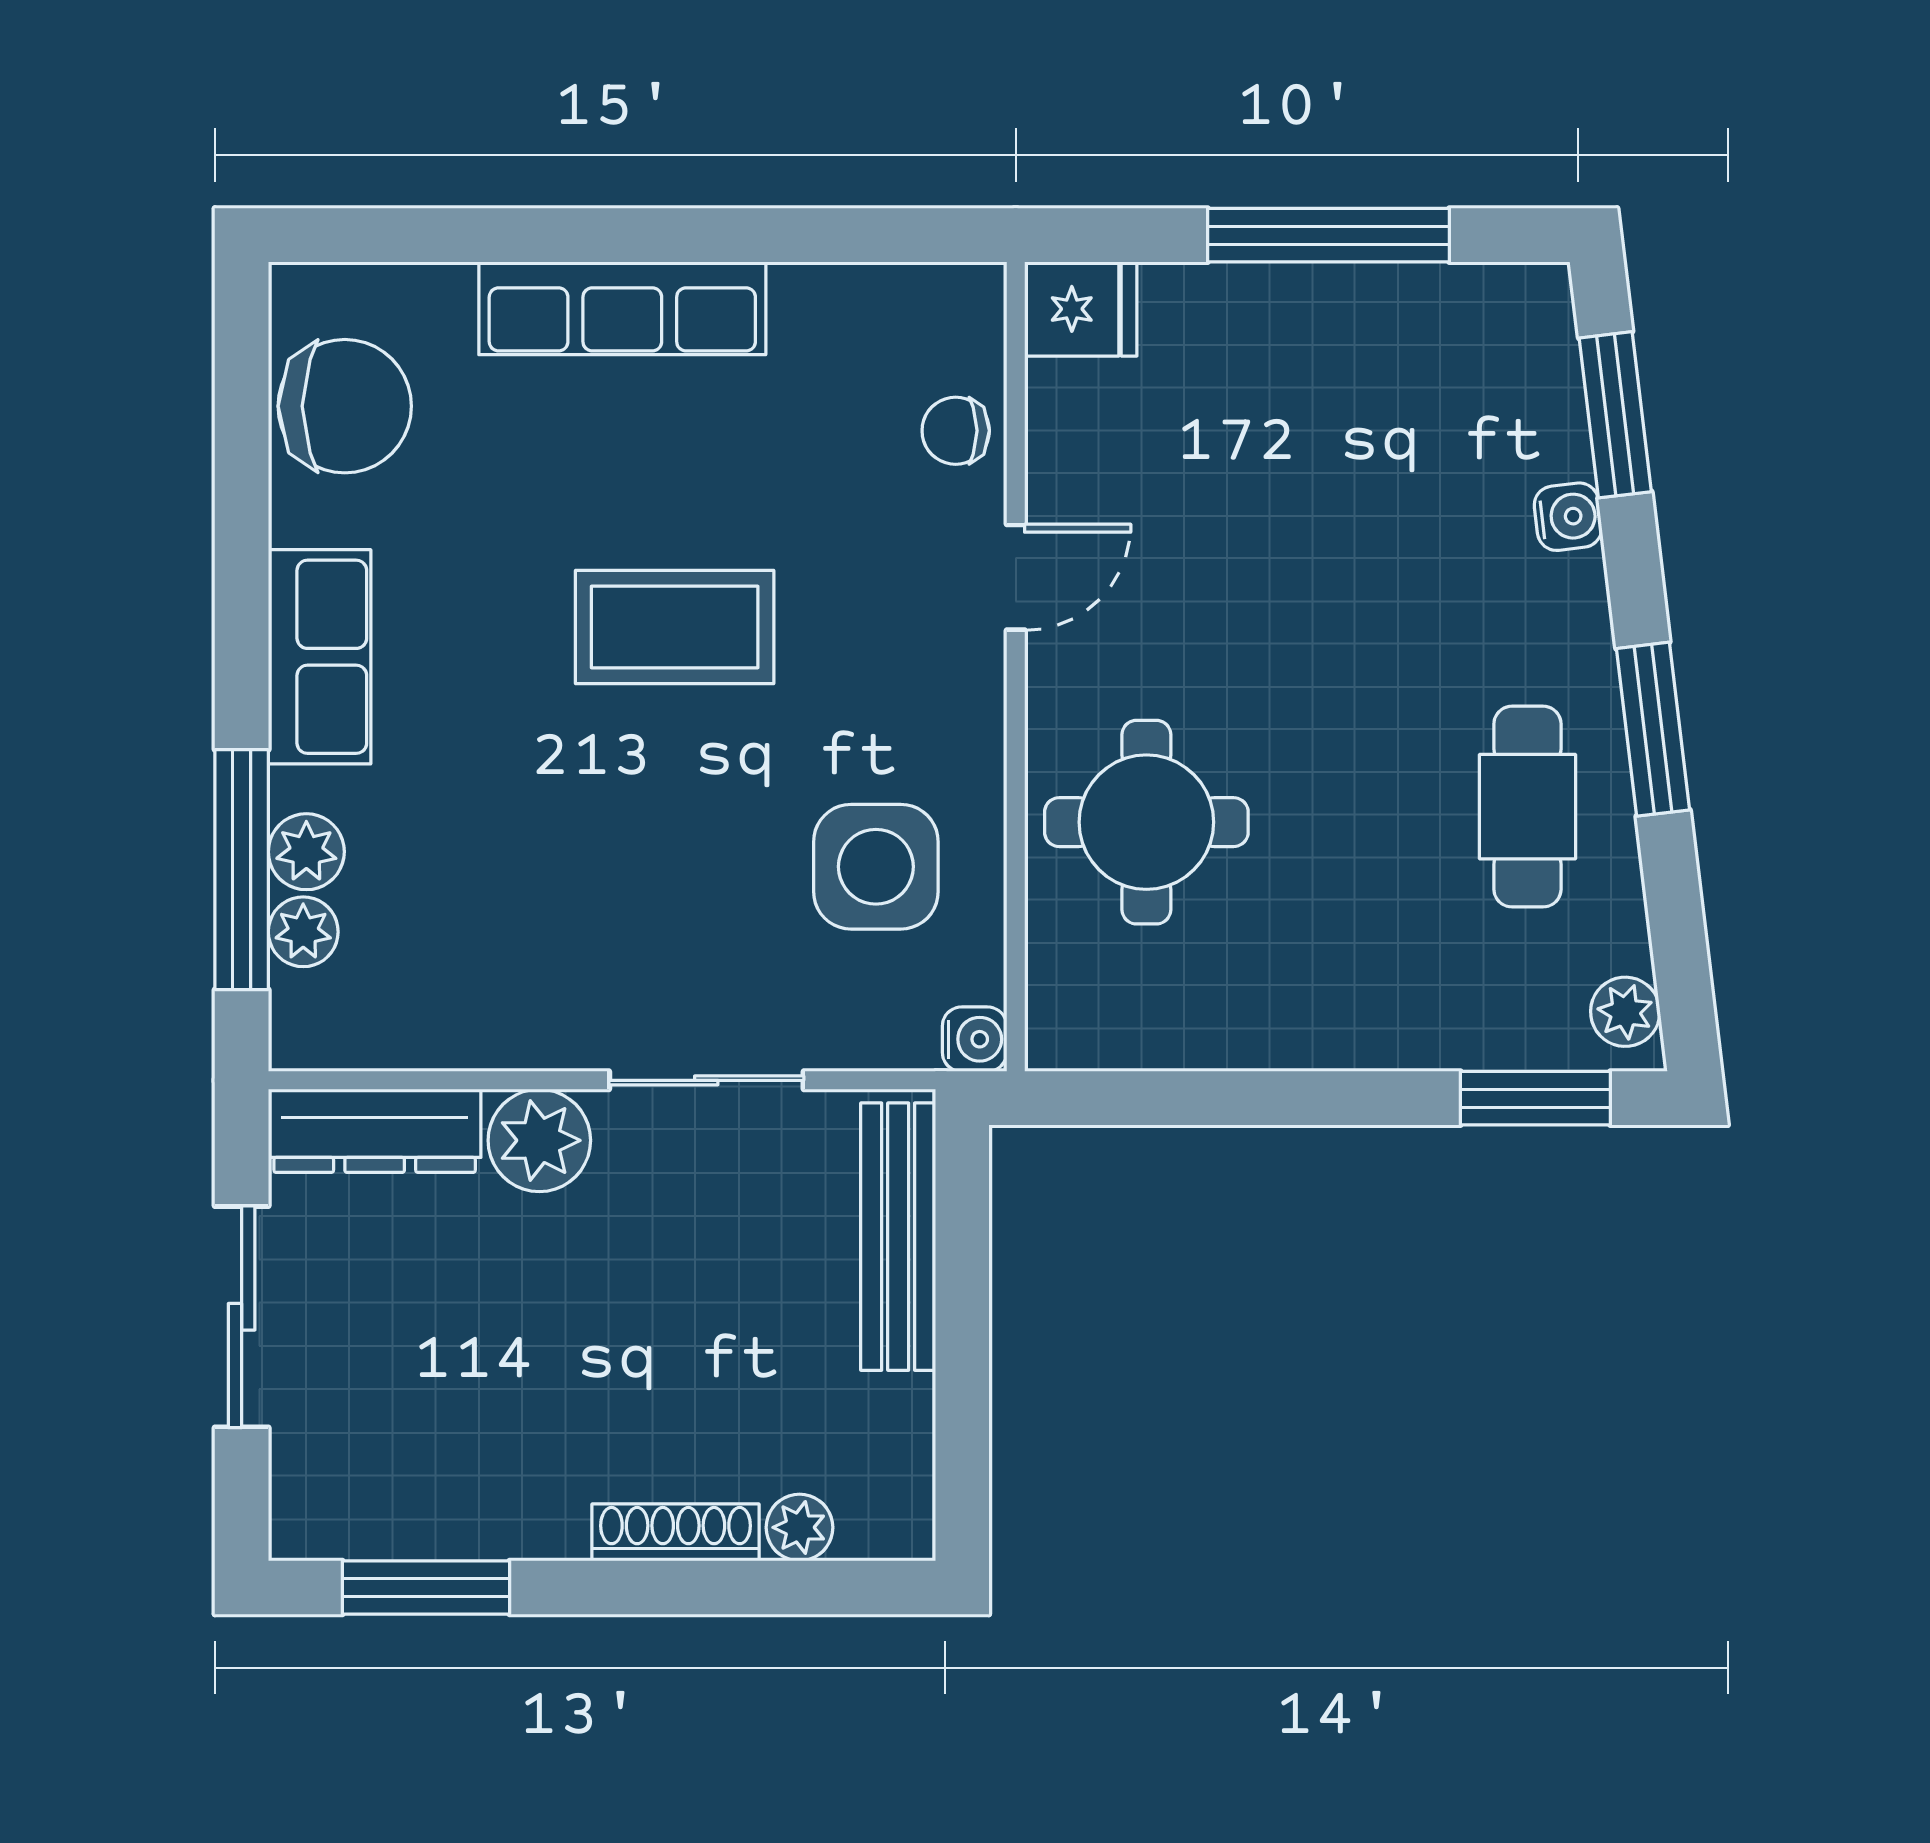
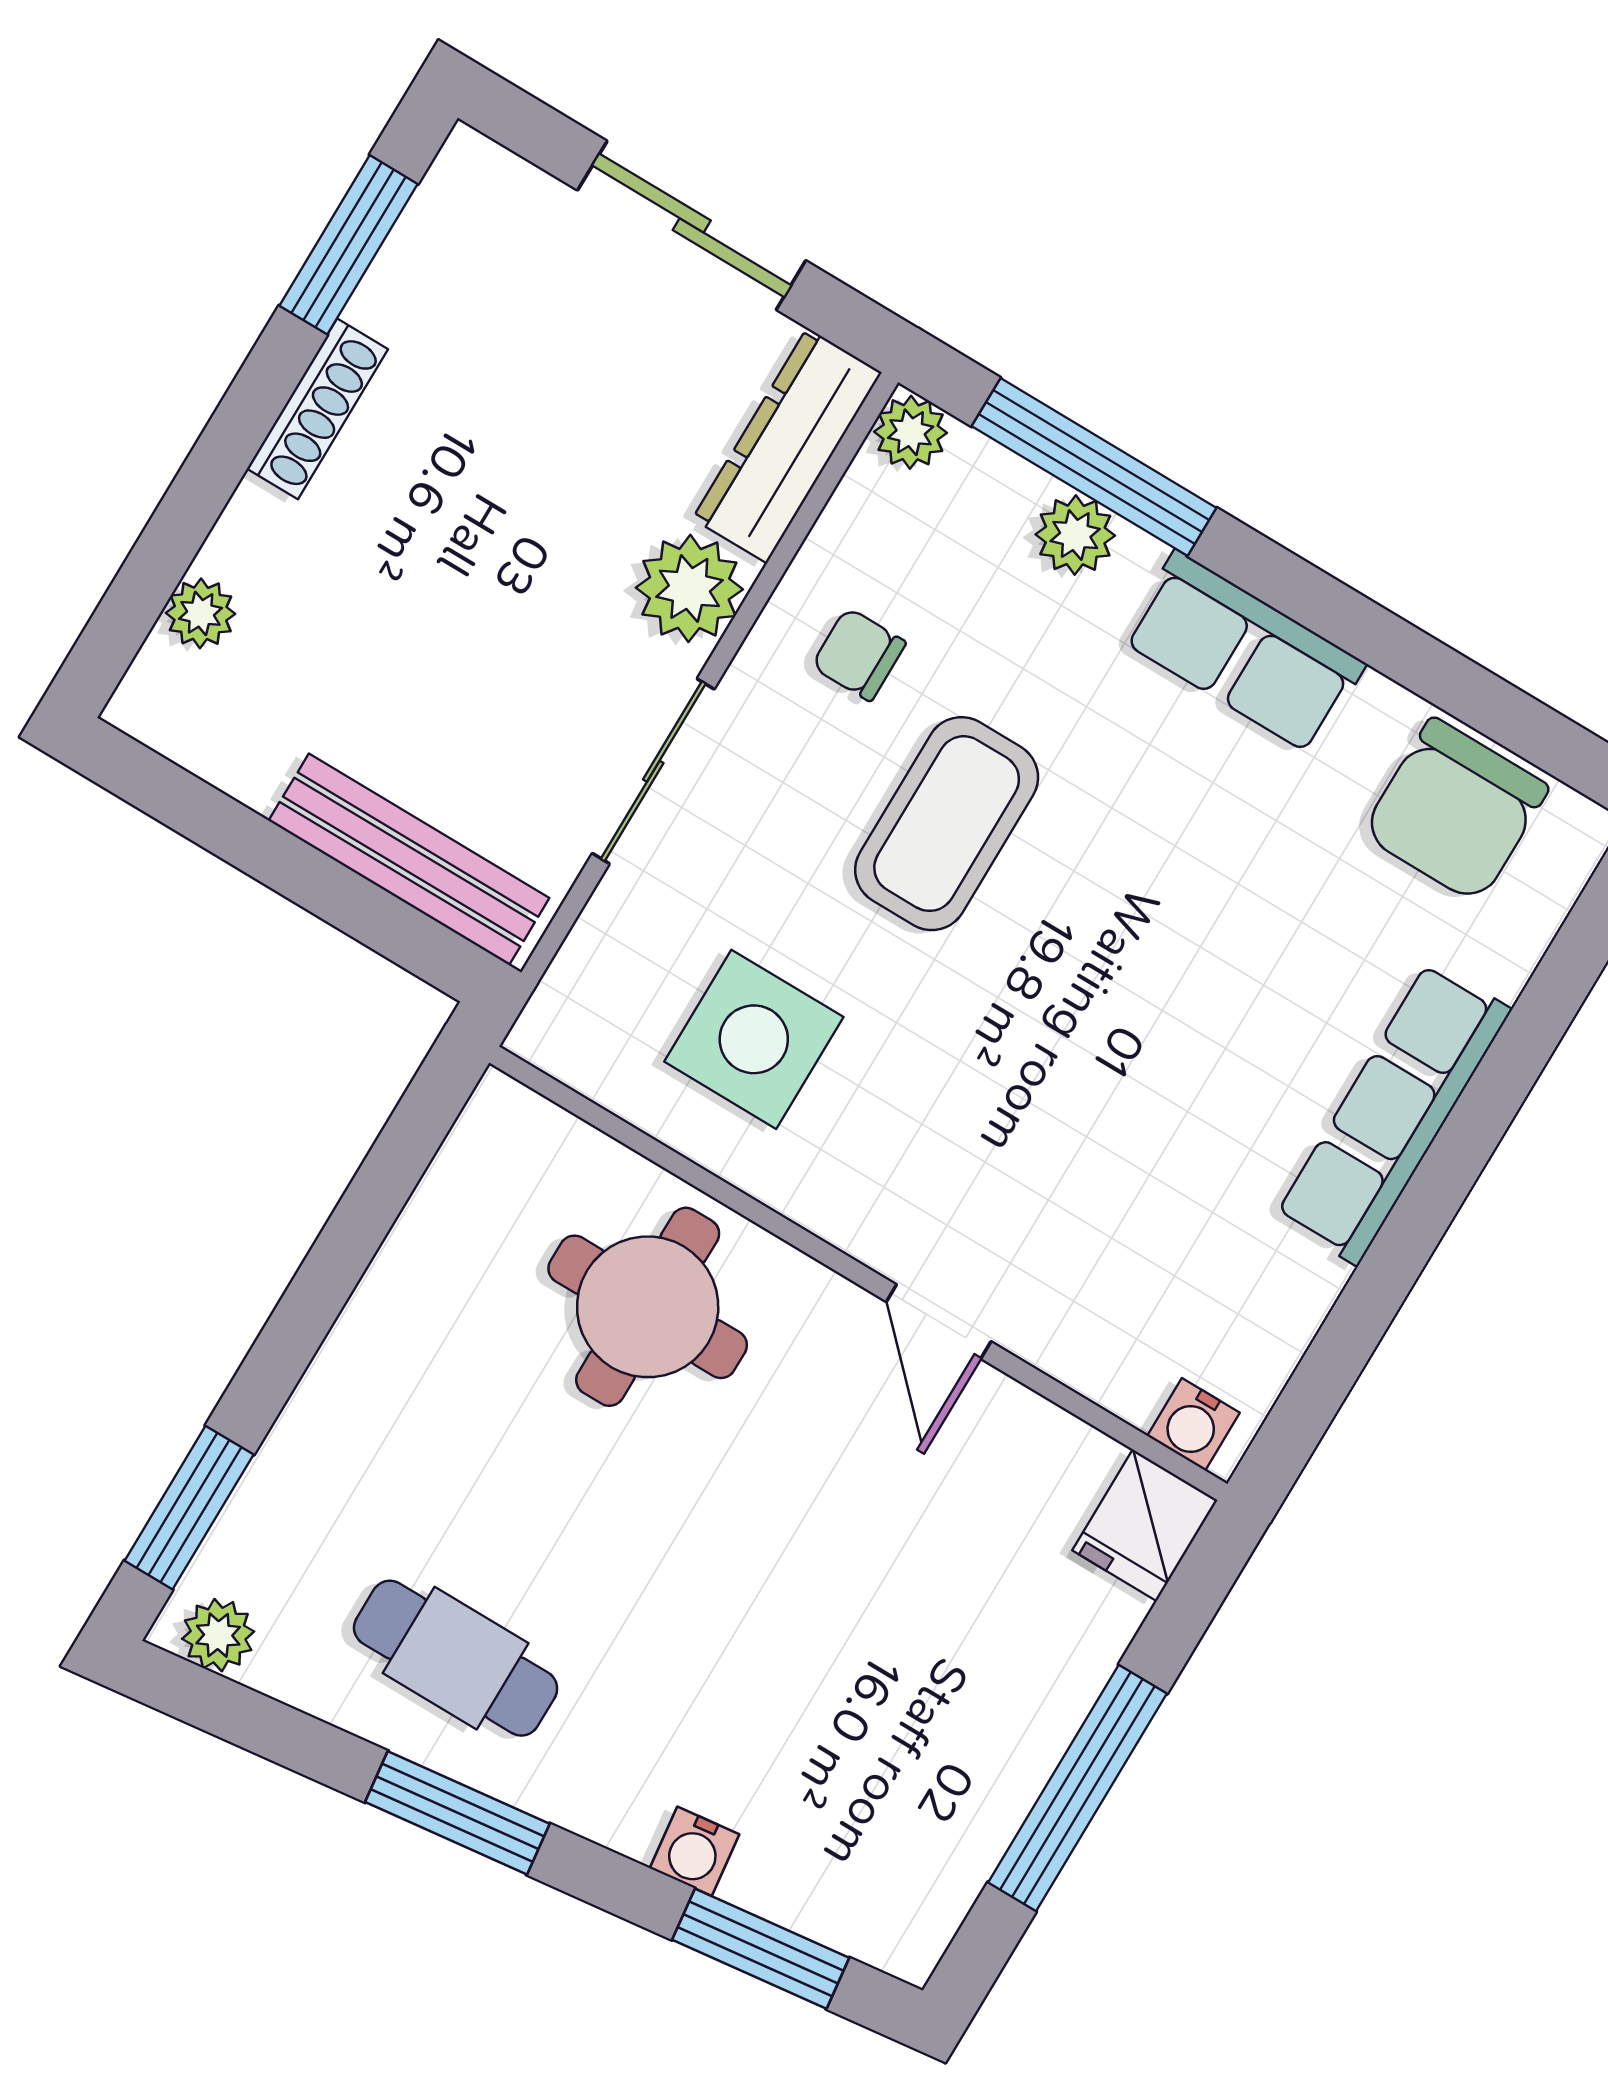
chair: (956, 431) -> (859, 654), moved, turned -90
coffee table: (675, 627) -> (947, 824), moved
plant: (303, 932) -> (911, 432), moved
water cooler: (975, 1039) -> (1193, 1424), moved
shoe rack: (676, 1532) -> (317, 409), moved

